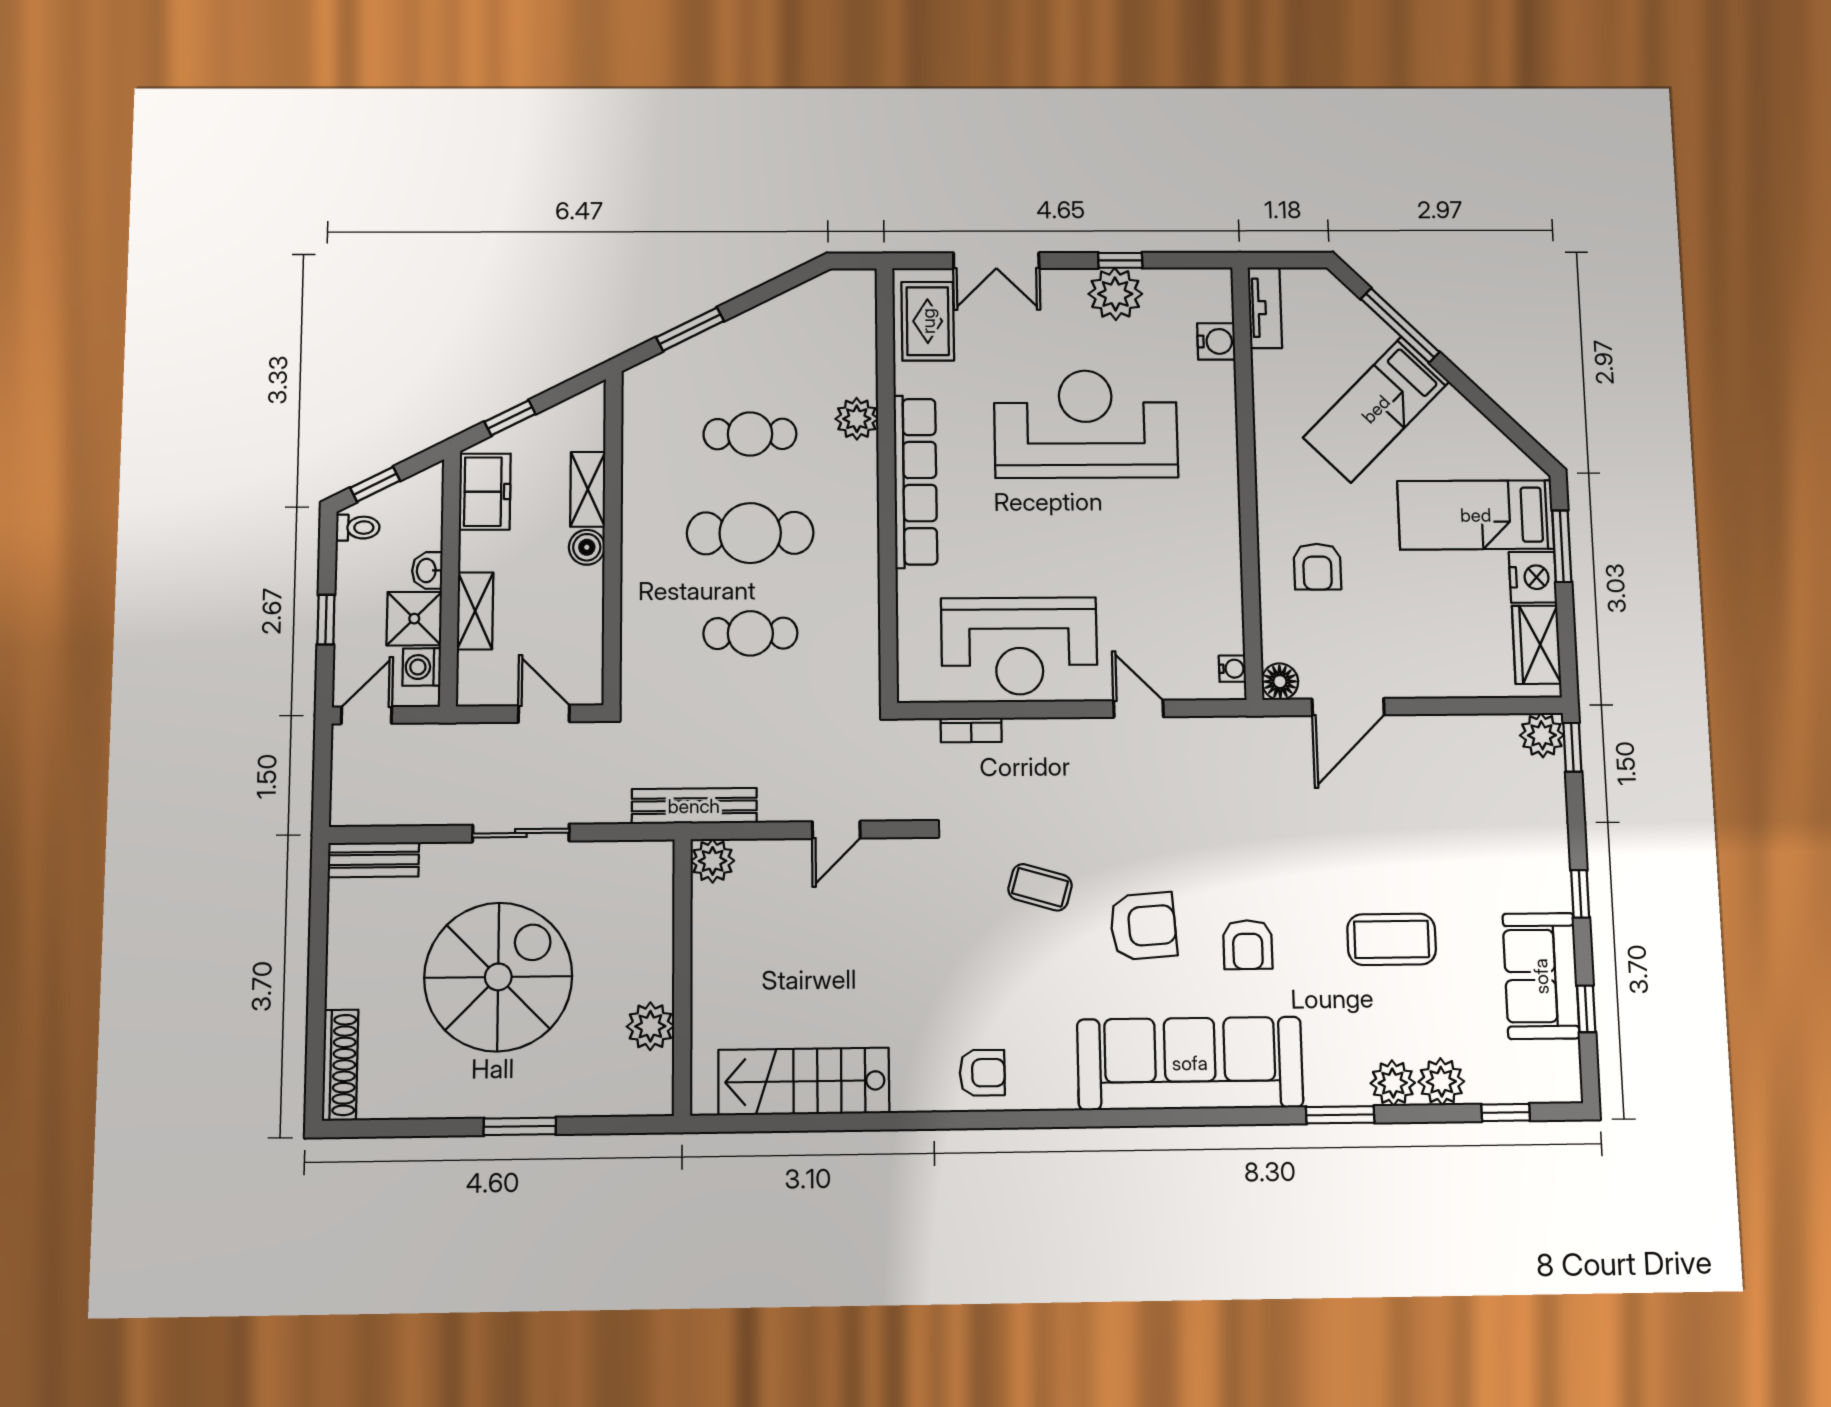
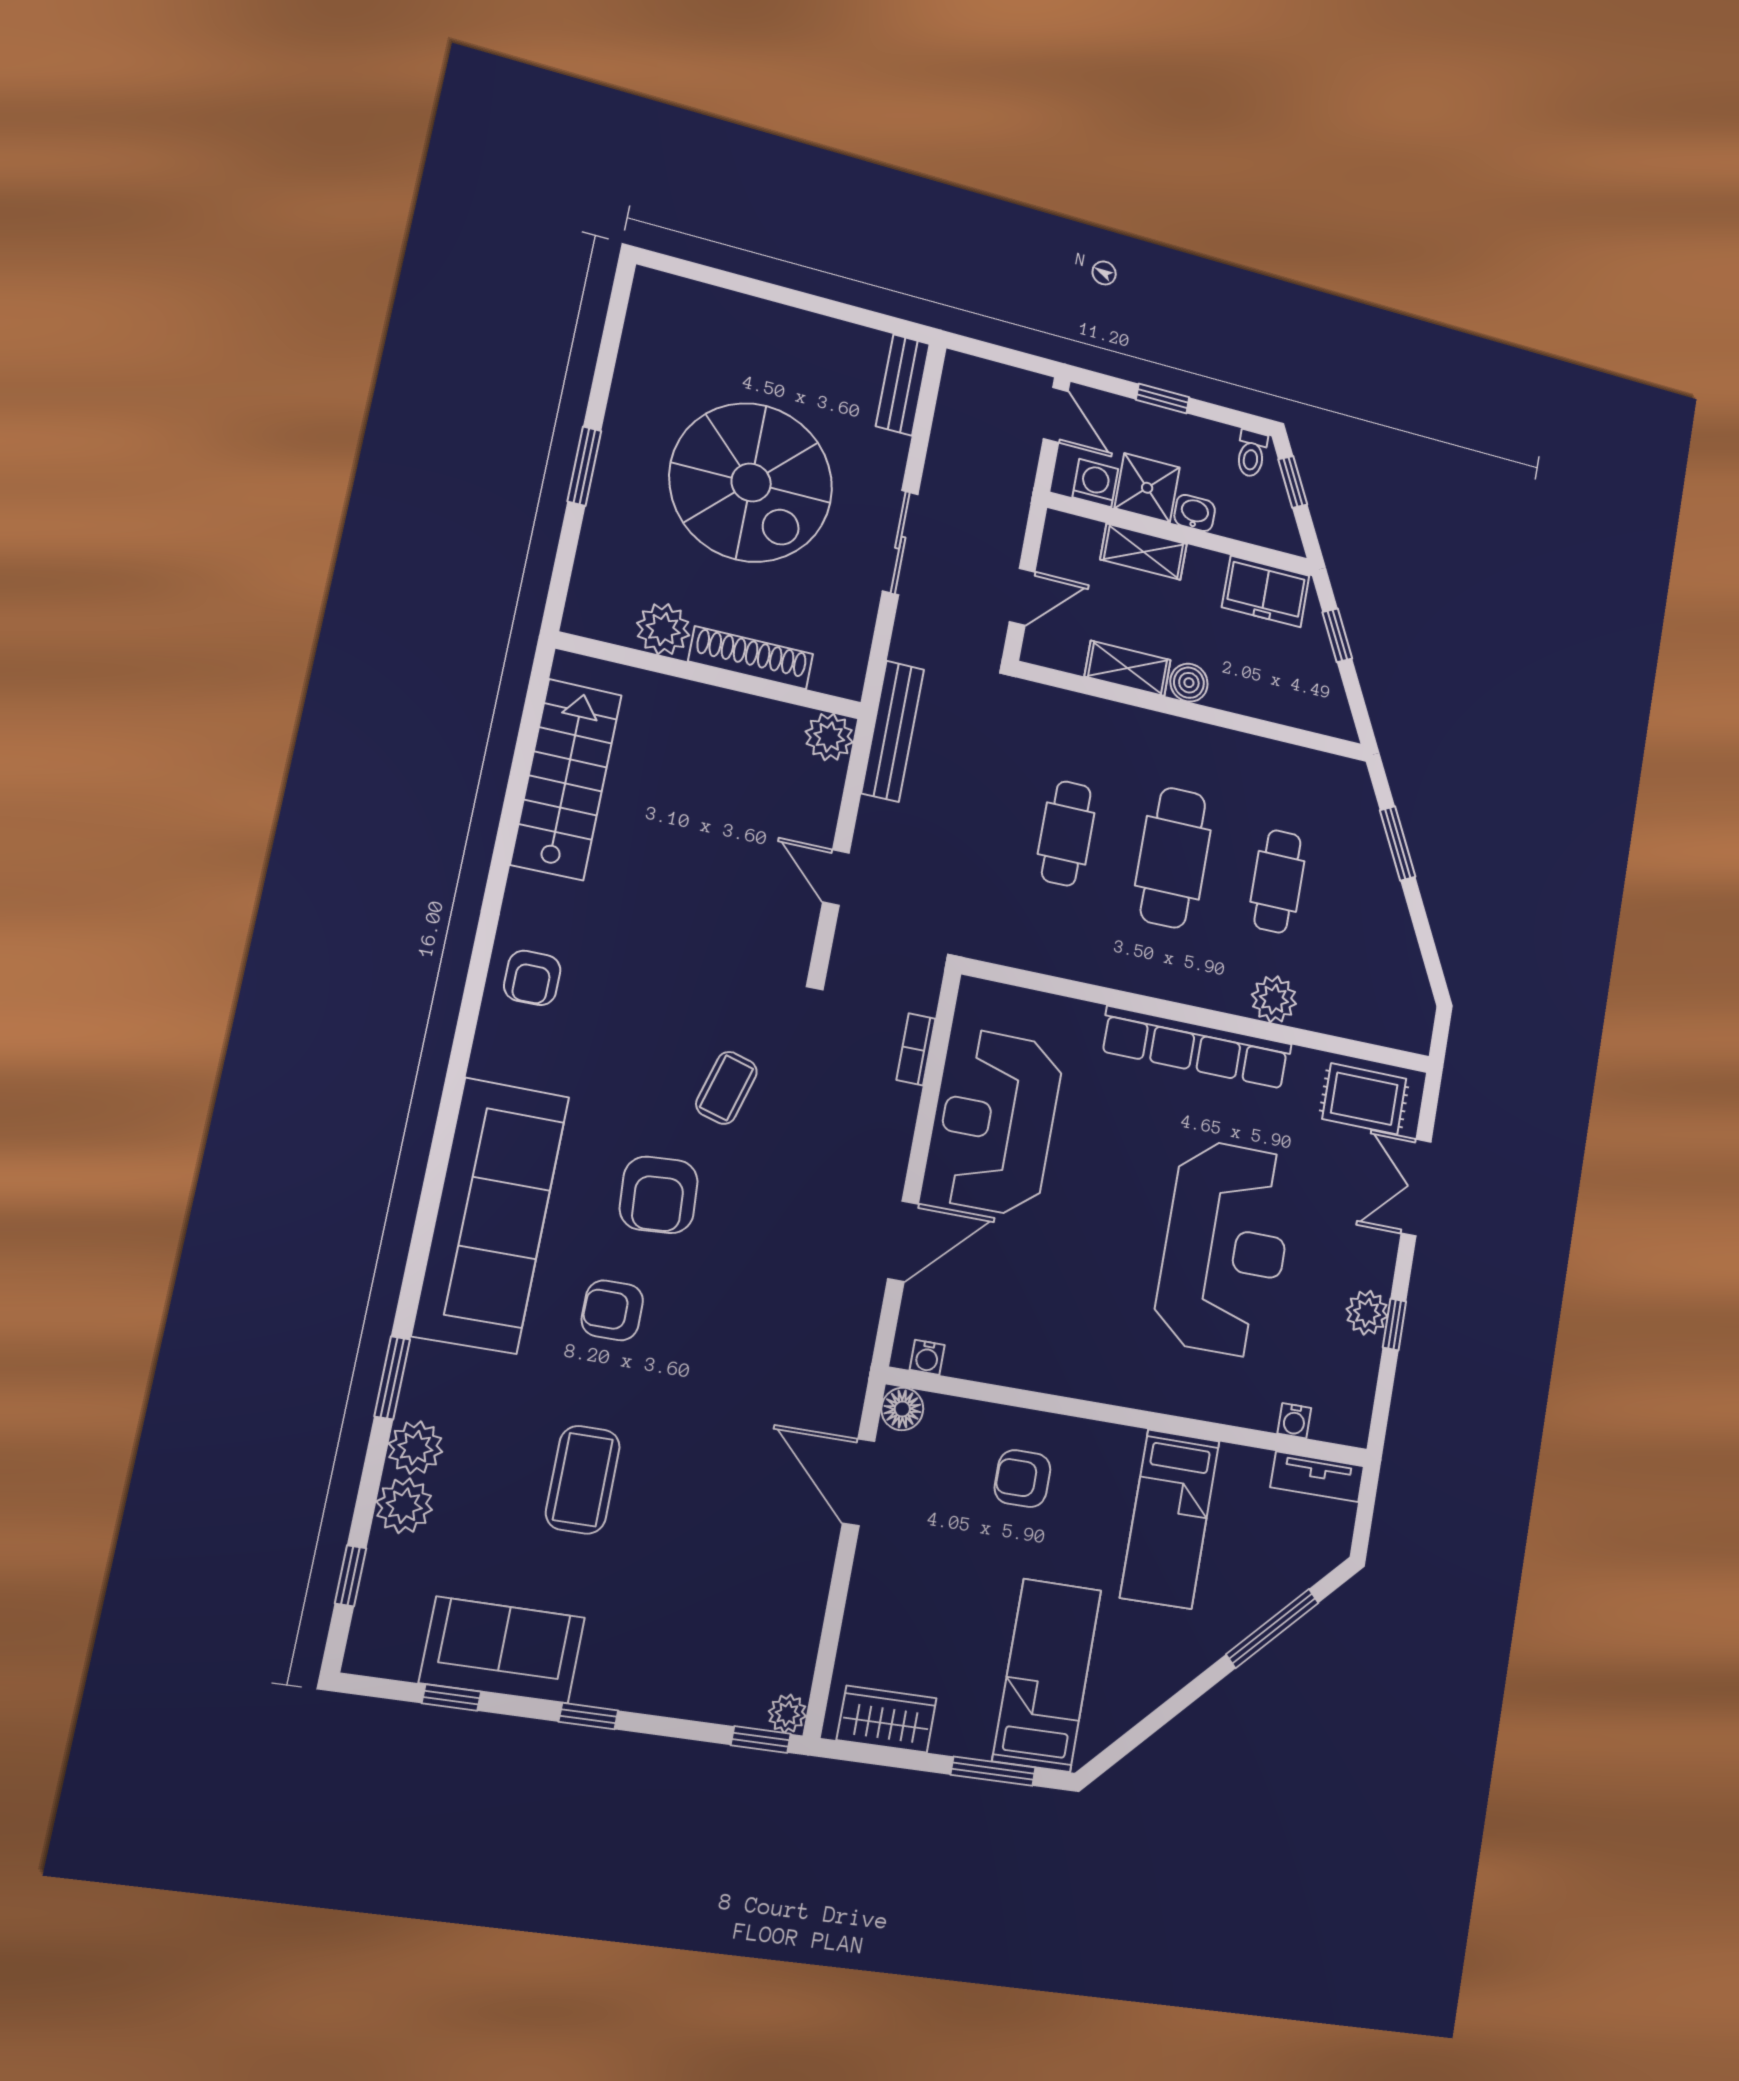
plant: (1115, 294) -> (1367, 1313), width x0.73, depth x0.73
water cooler: (1216, 341) -> (1294, 1421), width x0.72, depth x0.72
bed: (1376, 409) -> (1170, 1519), moved, turned -135
shelving: (588, 489) -> (1128, 668), moved
nightstand: (1533, 577) -> (964, 1730), removed
door: (1138, 709) -> (903, 1241), width x1.38
plant: (1542, 735) -> (787, 1714), width x0.73, depth x0.73
shoe rack: (340, 1065) -> (751, 658), moved, turned 180

